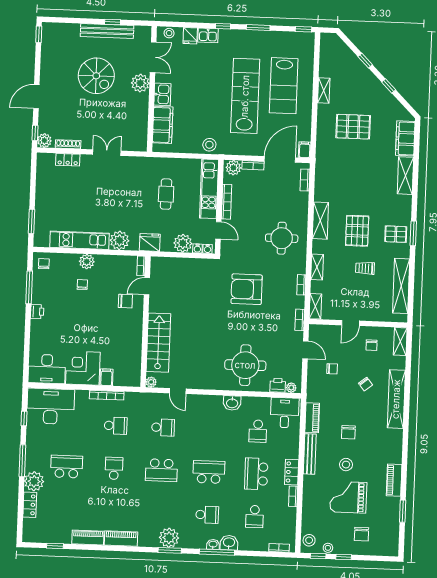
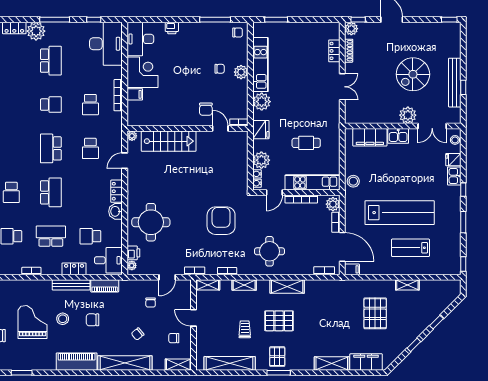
lab bench: (284, 86) -> (410, 248), width x0.73, depth x0.72
printer: (37, 312) -> (172, 28), moved
locker: (210, 401) -> (117, 191), added
locker: (292, 472) -> (74, 269), moved
piano: (394, 480) -> (77, 362), moved, width x1.37, depth x1.33

